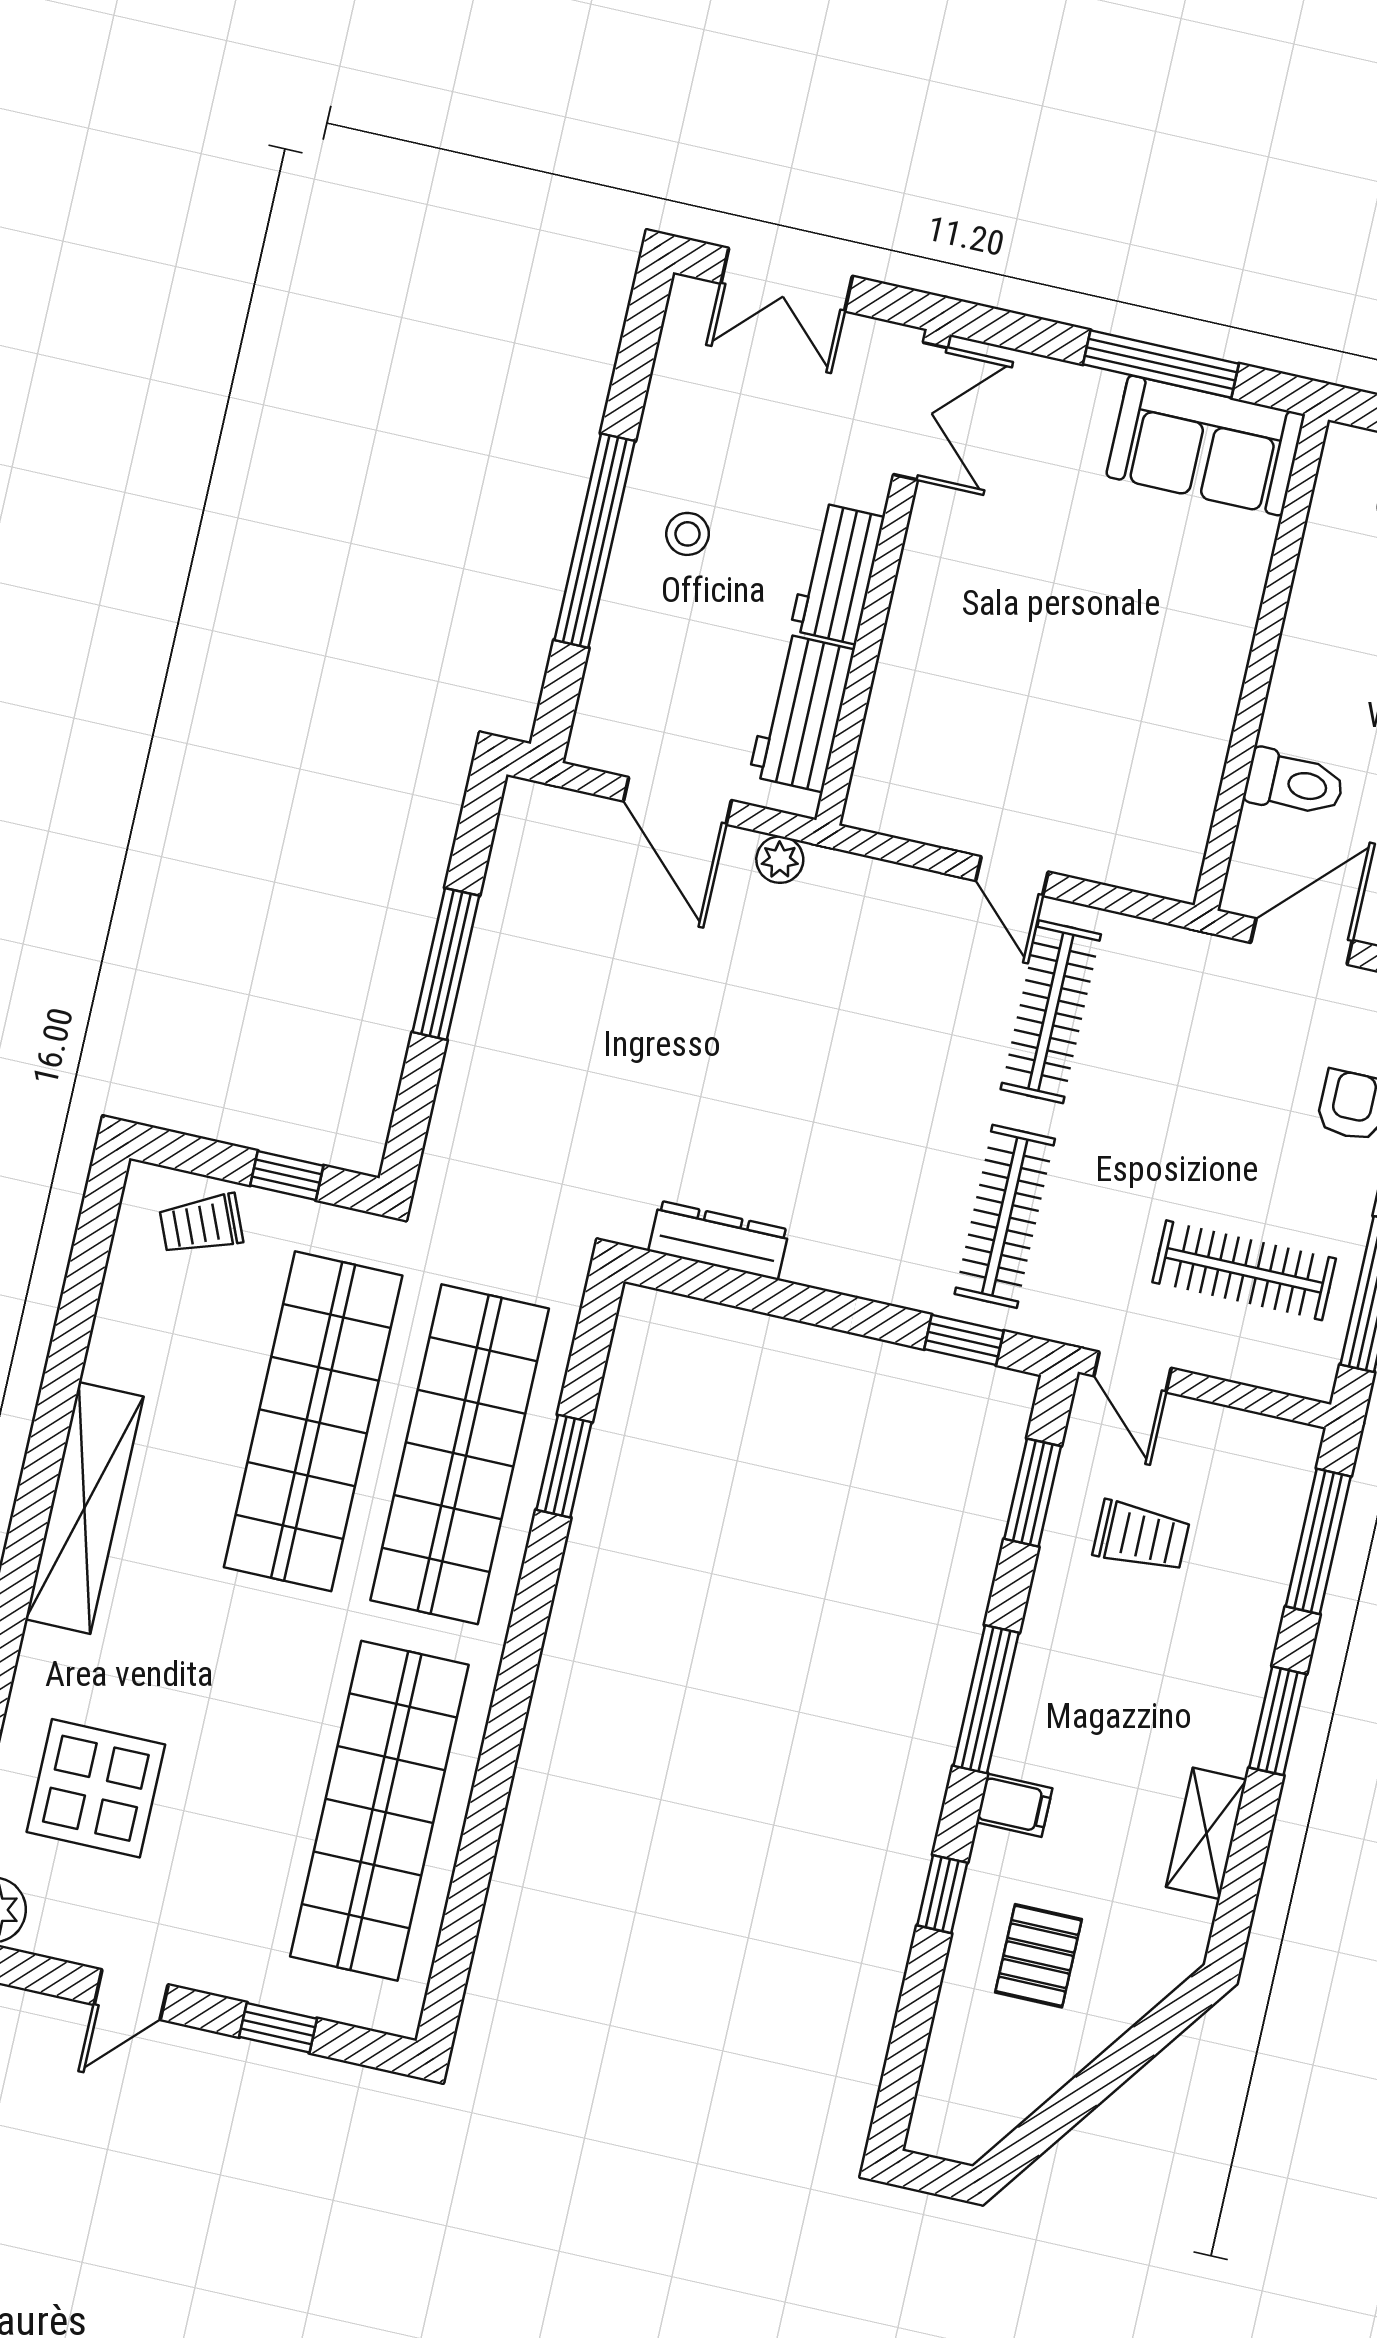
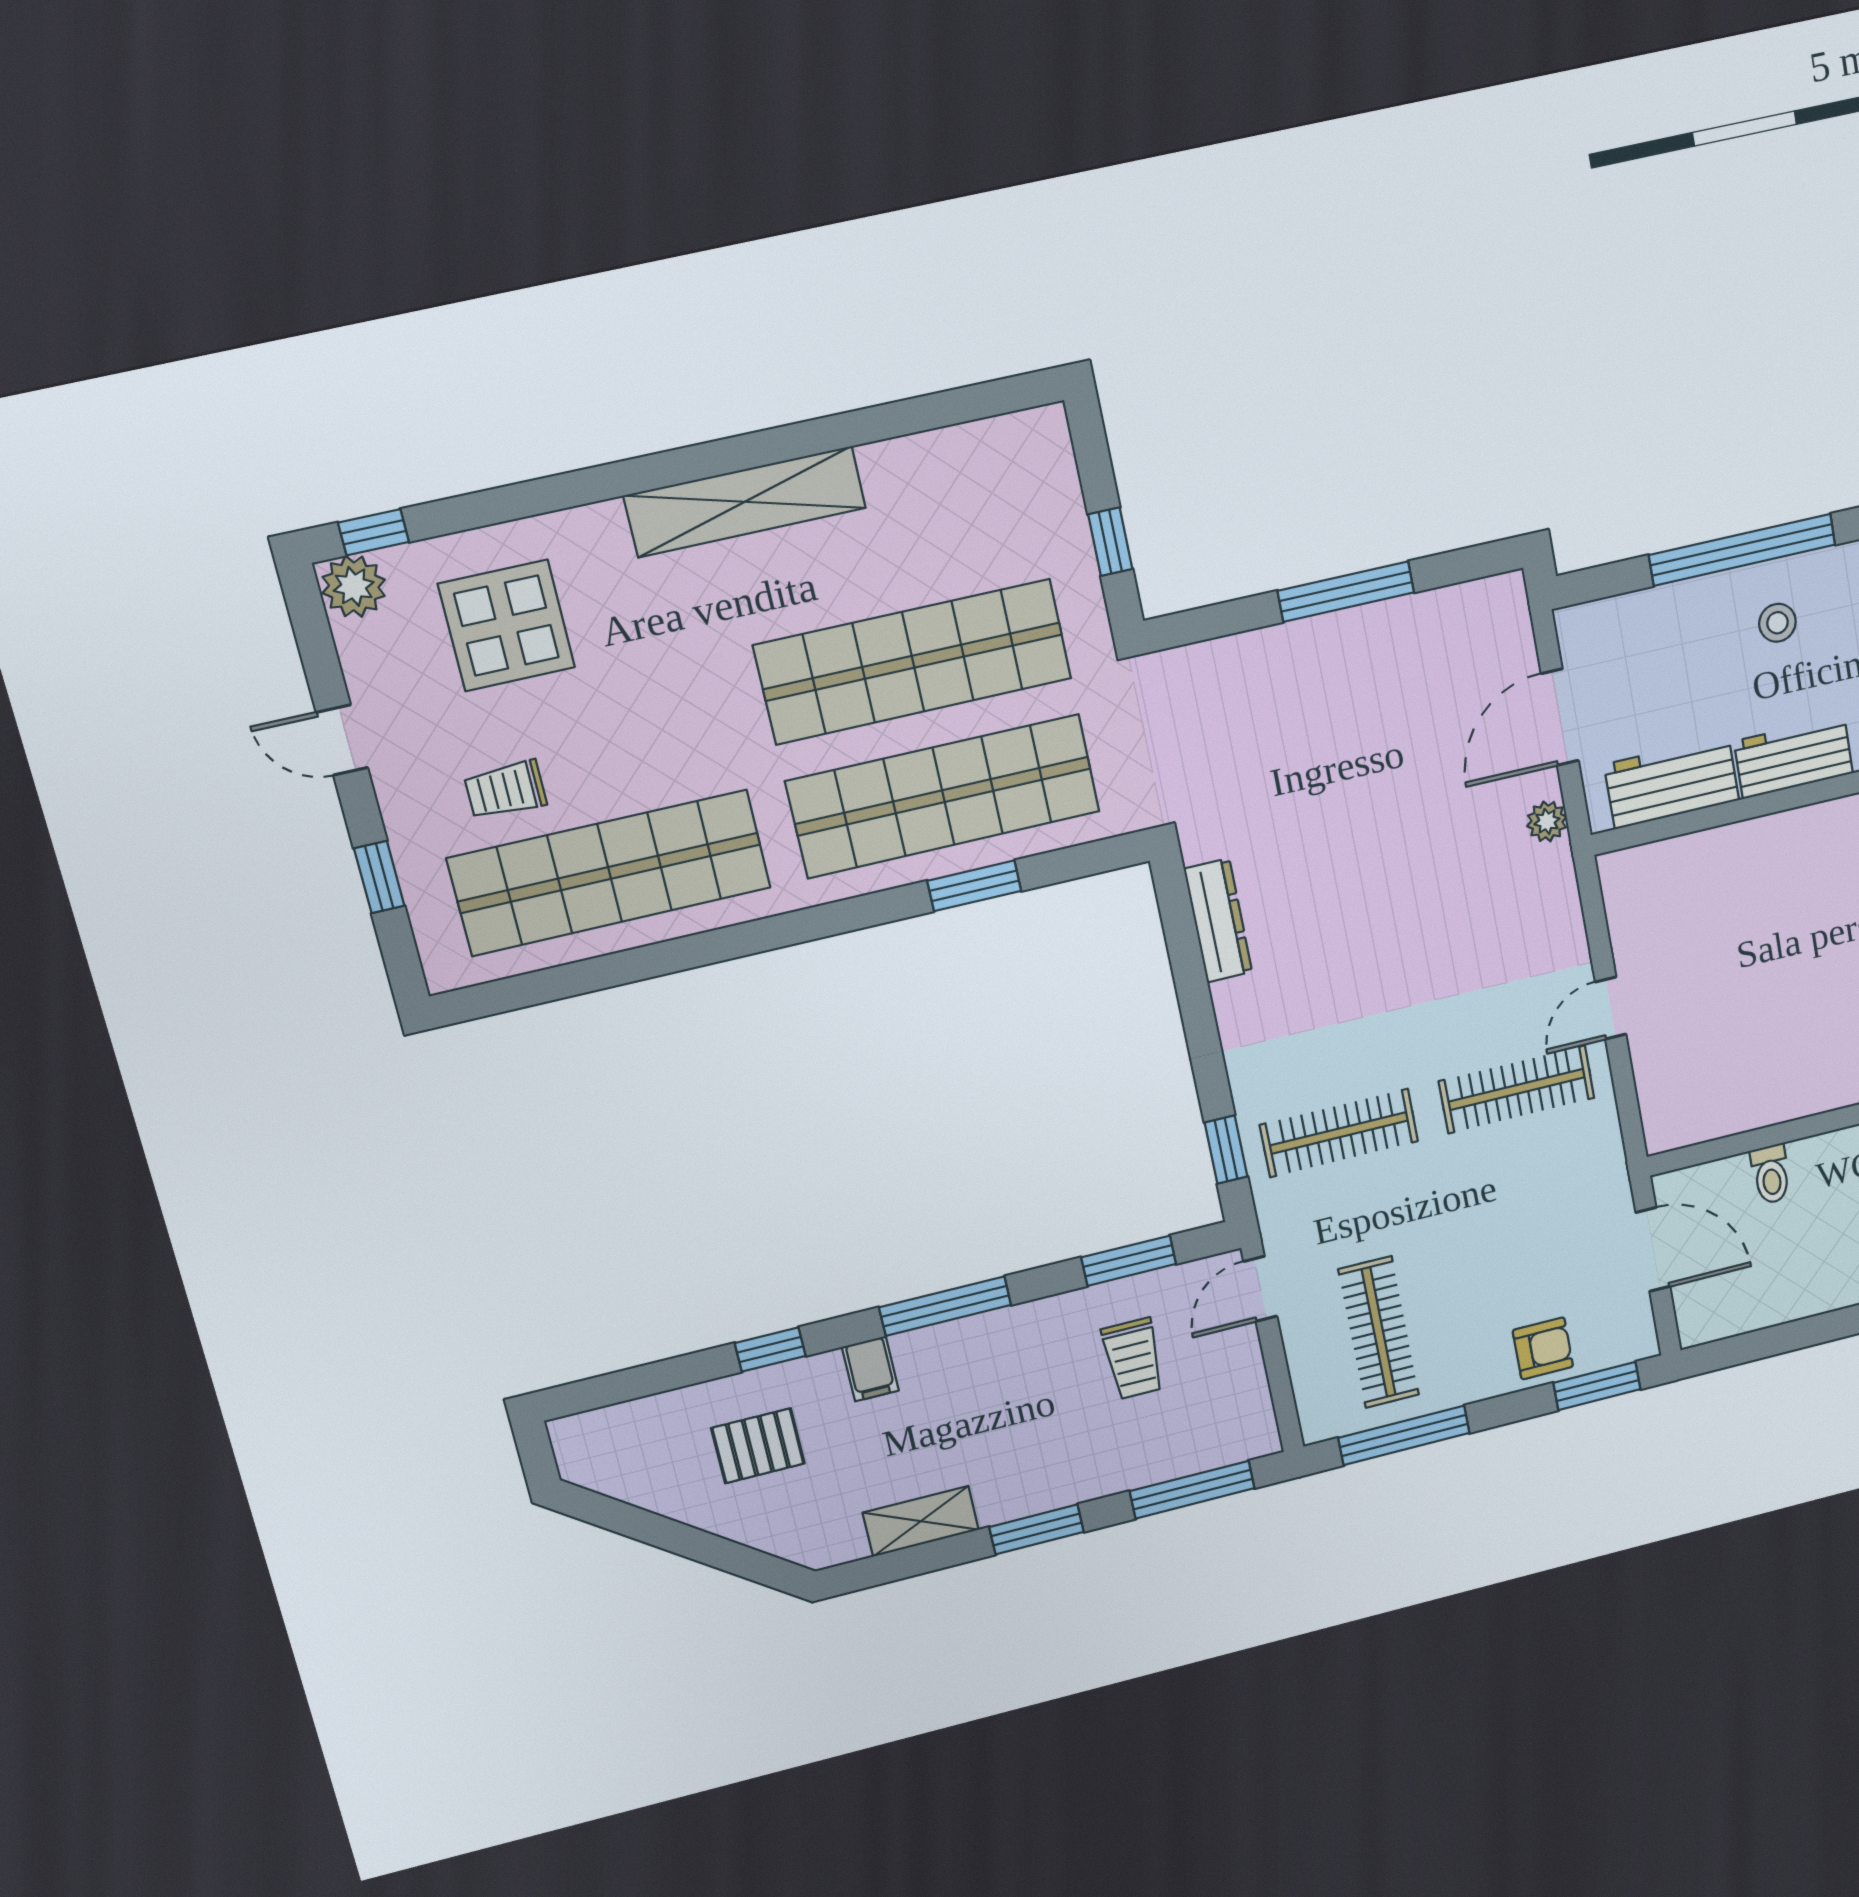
toilet: (1294, 783) -> (1771, 1174), width x0.73, depth x0.72
trolley: (201, 1224) -> (505, 790), moved, turned -67

